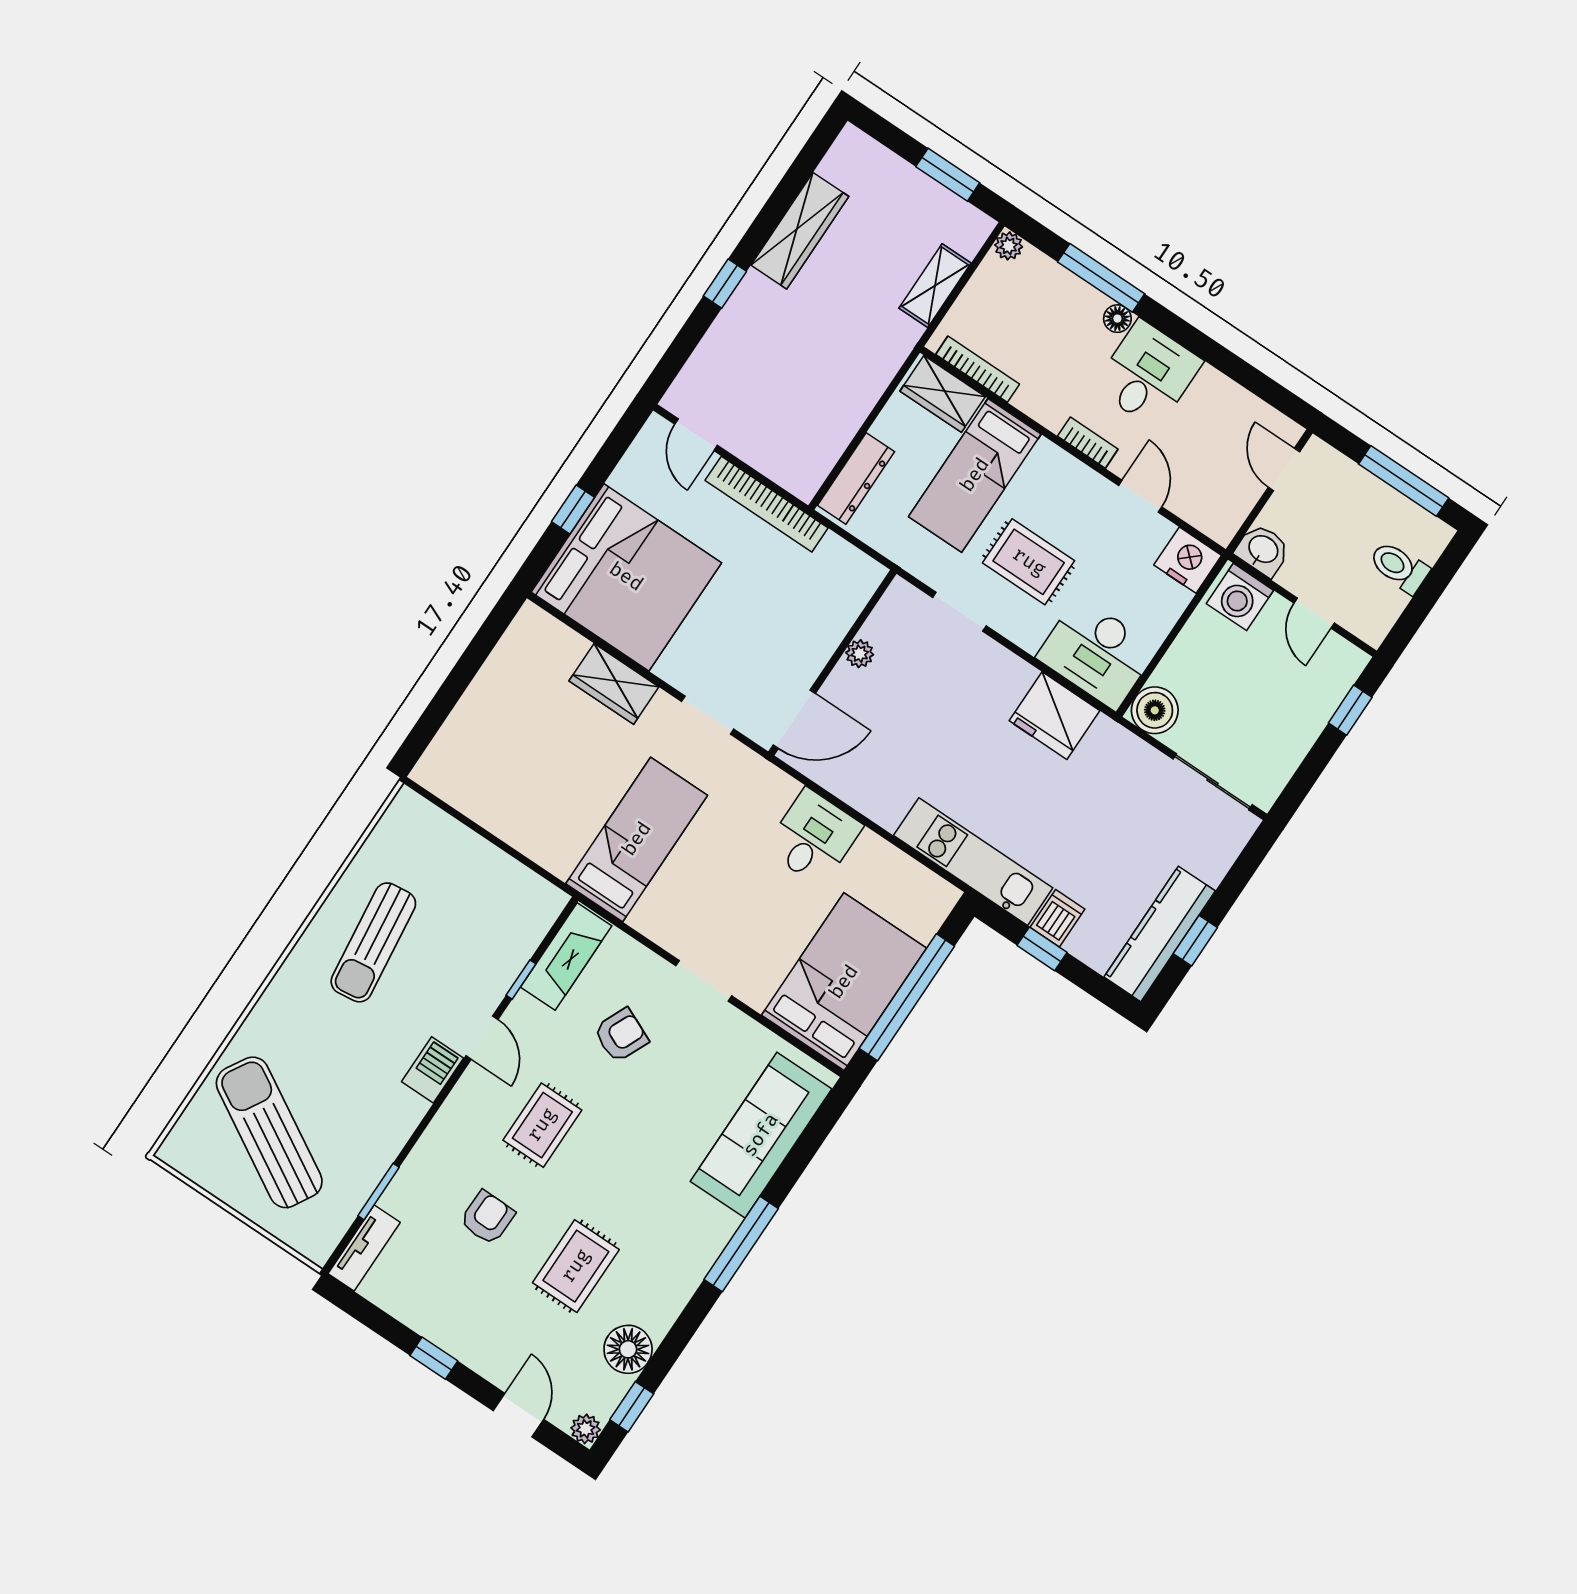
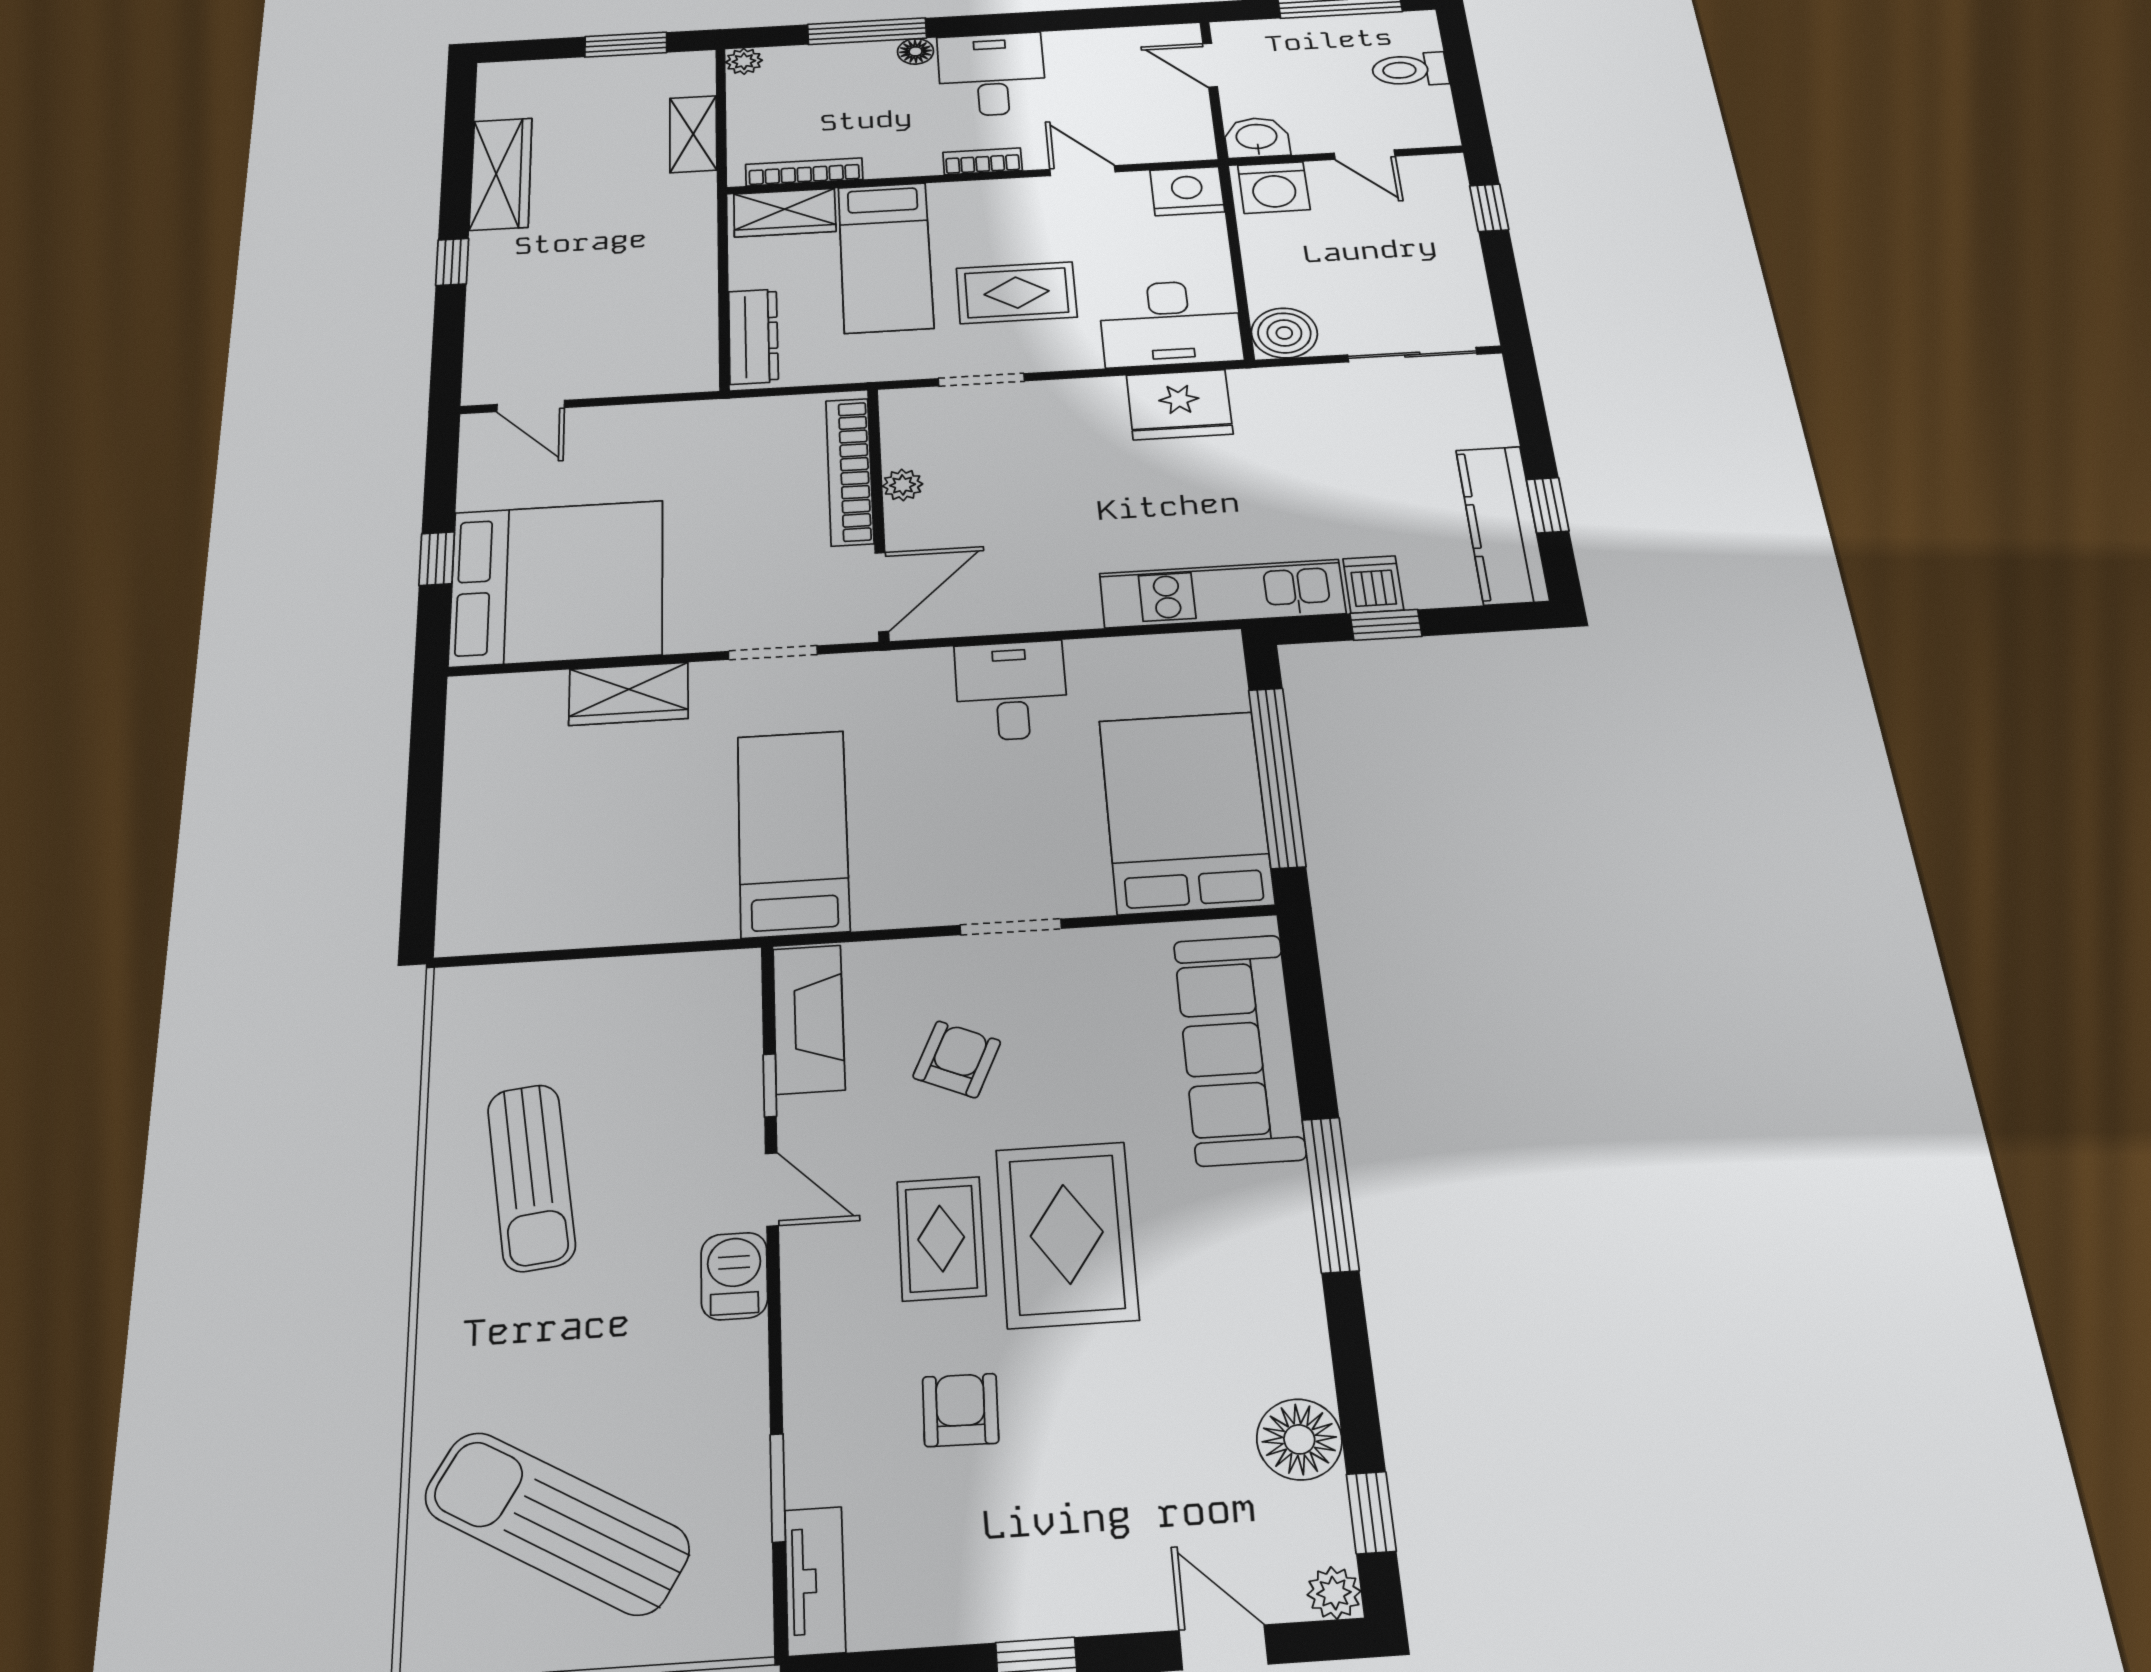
bookcase: (767, 504) -> (850, 471), moved, turned 90
rug: (576, 1266) -> (1067, 1234), moved, width x1.36, depth x1.43

